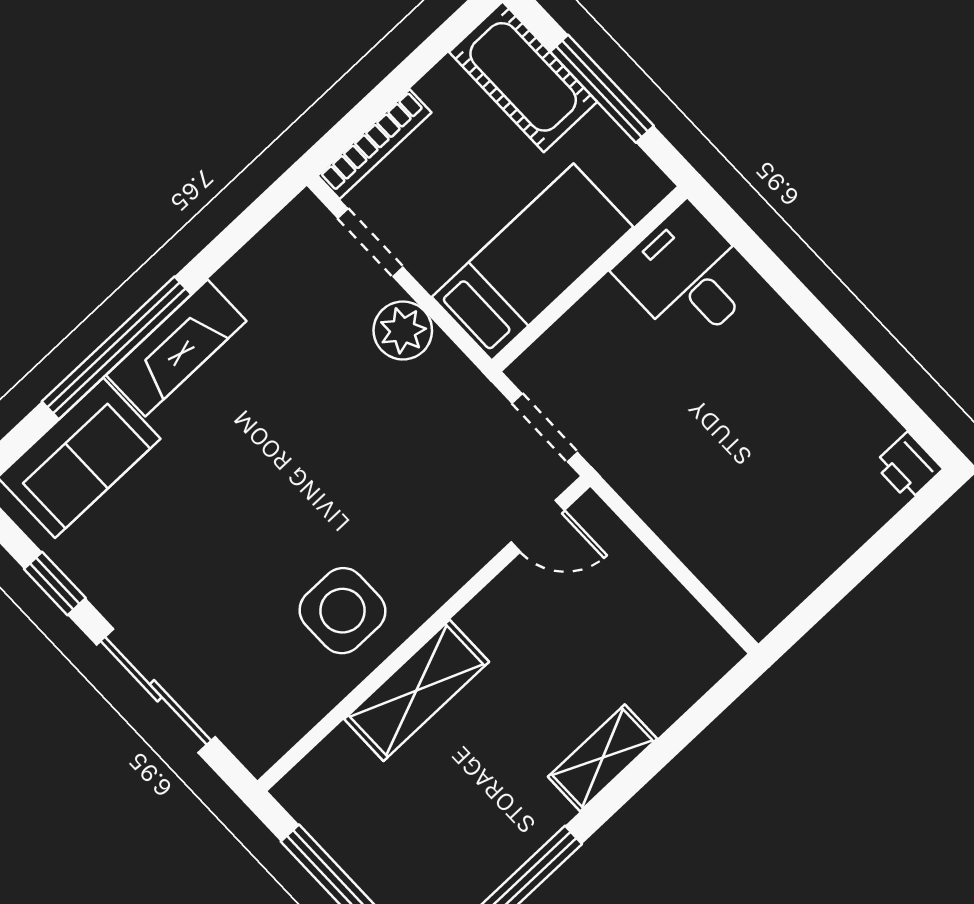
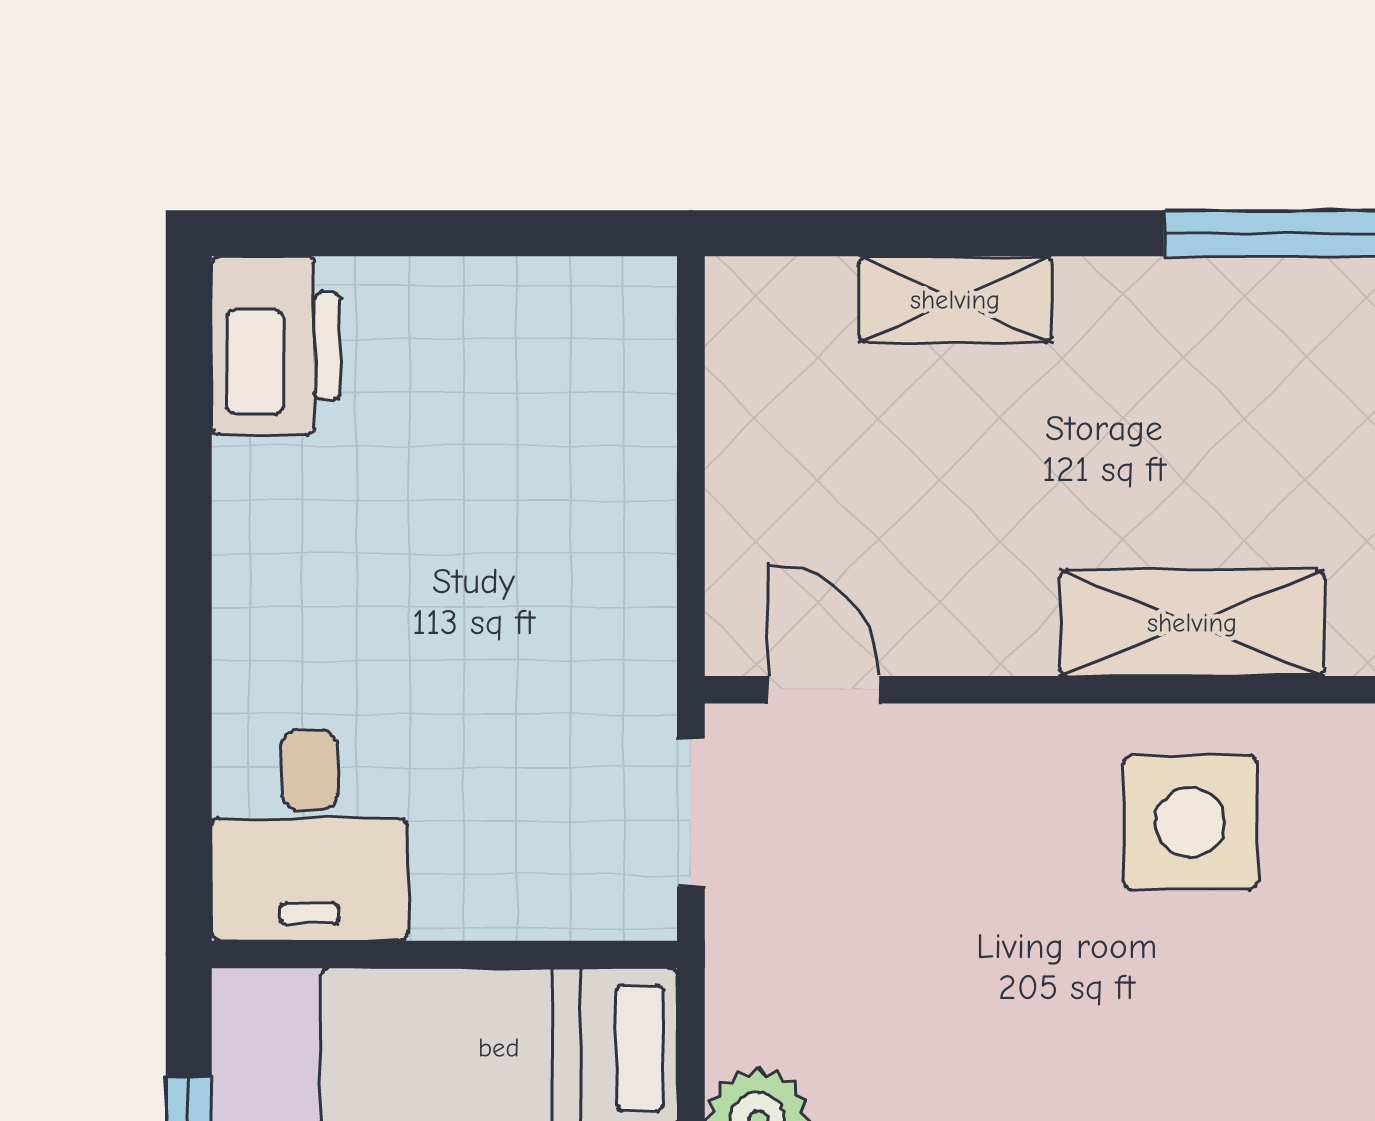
printer: (908, 466) -> (276, 346), width x1.87, depth x1.48
shelving: (602, 758) -> (955, 300), moved

